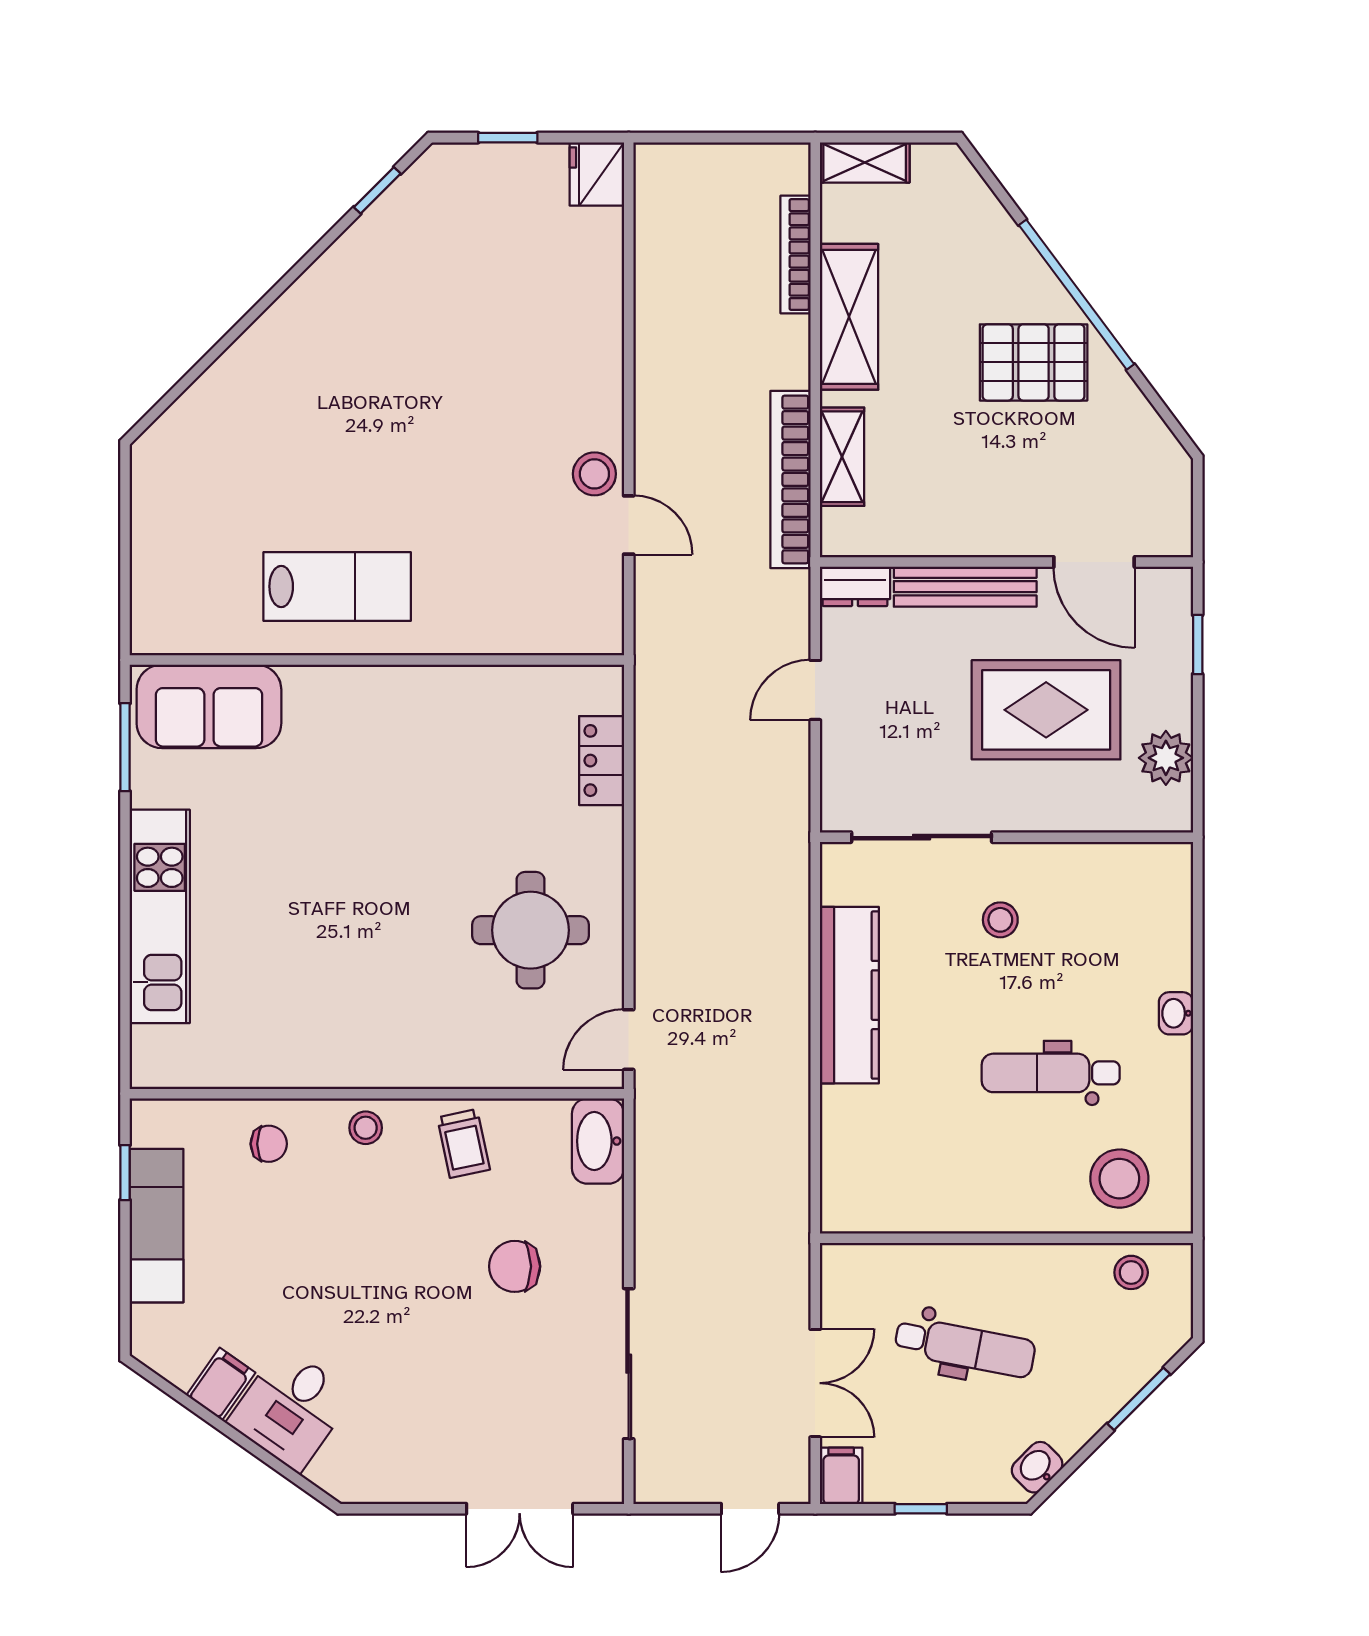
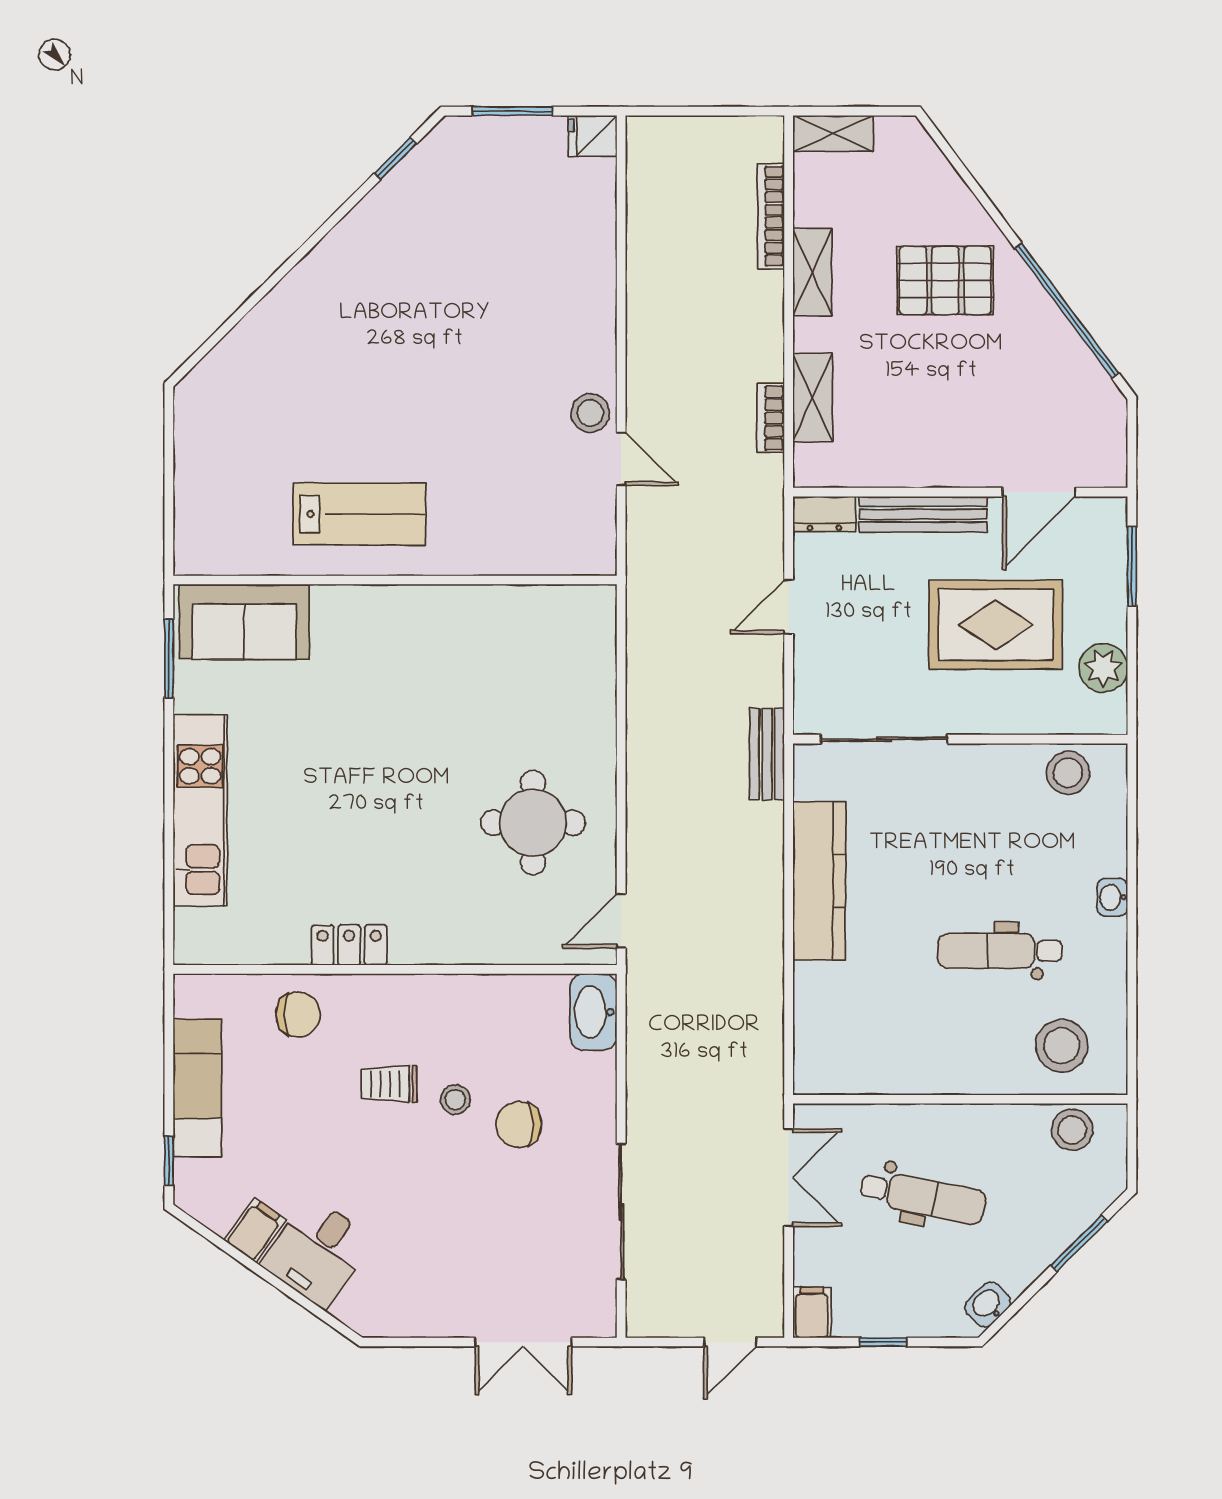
window: (508, 138) -> (513, 111), width x1.50
fridge: (597, 174) -> (592, 136), width x0.72
window: (1076, 295) -> (1067, 311), moved
shelving: (849, 317) -> (812, 272), width x0.67, depth x0.75
pallet: (1034, 362) -> (945, 280), moved
bookcase: (790, 479) -> (771, 418), width x0.43, depth x0.76
door: (1094, 562) -> (1039, 492), hinge flipped
window: (1198, 645) -> (1132, 566), width x1.50
locker: (602, 761) -> (349, 945), moved, turned 90
bench: (791, 854) -> (767, 754), added
stool: (1000, 920) -> (1068, 773), moved, width x1.37, depth x1.37
stool: (366, 1128) -> (455, 1100), moved
trolley: (464, 1143) -> (389, 1084), moved, turned 102
chair: (269, 1144) -> (298, 1014), width x1.37, depth x1.37
window: (125, 1173) -> (169, 1161), moved
stool: (1131, 1272) -> (1072, 1130), width x1.37, depth x1.37
double door: (815, 1383) -> (789, 1178), moved

